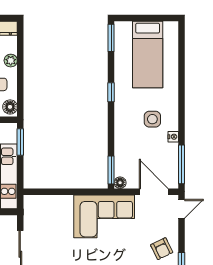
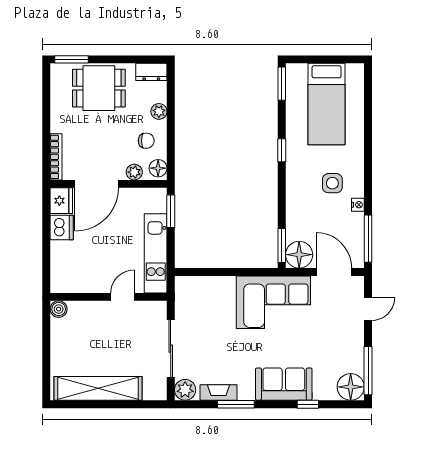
floor lamp: (120, 183) -> (299, 255), width x1.89, depth x1.89
door: (181, 209) -> (368, 309), moved
armchair: (162, 249) -> (344, 342), removed

